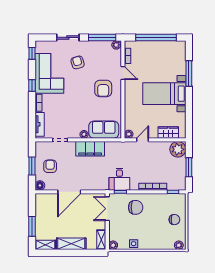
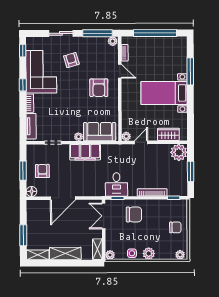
plant: (149, 244) -> (149, 254), added

